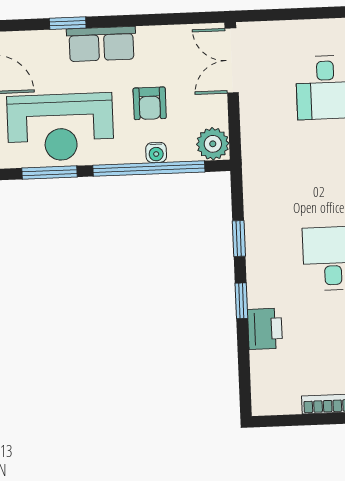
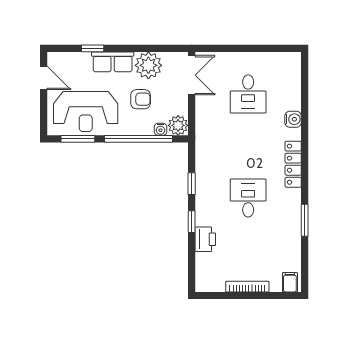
plant: (160, 47) -> (148, 65), added
double door: (232, 60) -> (192, 75), swing flipped
armchair: (150, 103) -> (141, 99), turned -90
water cooler: (156, 152) -> (160, 129), moved

